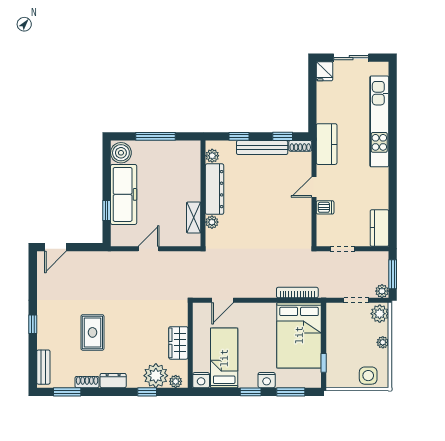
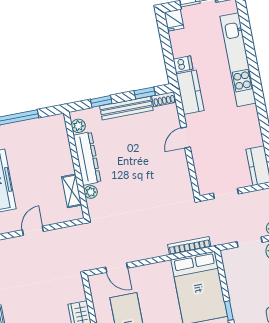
dishwasher: (325, 207) -> (183, 64), moved
door: (223, 300) -> (117, 268), hinge flipped

